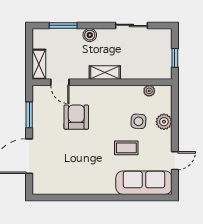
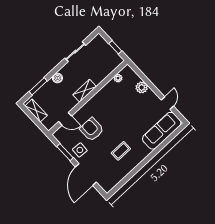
shelving: (39, 64) -> (36, 111), moved
side table: (138, 121) -> (80, 150), moved
coffee table: (126, 148) -> (121, 151), moved

